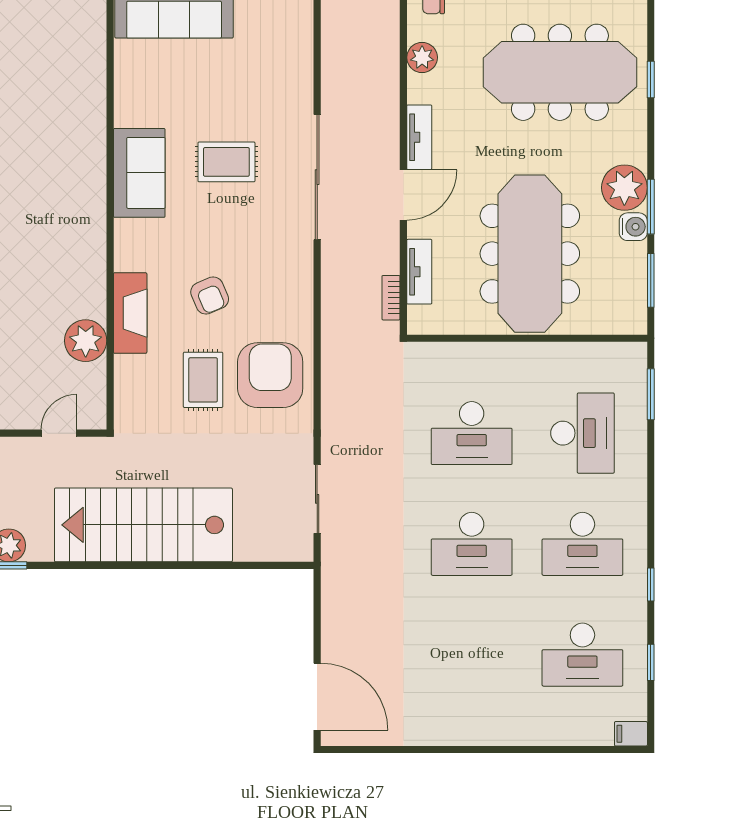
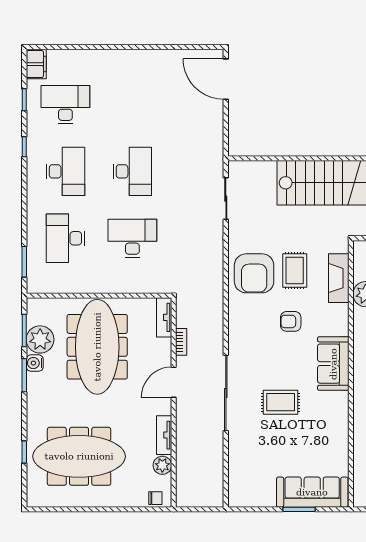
tv unit: (419, 137) -> (164, 435), moved
sofa: (139, 173) -> (333, 364), moved
plant: (624, 188) -> (40, 339), moved
tv unit: (419, 272) -> (164, 317), moved
armchair: (210, 296) -> (291, 321), turned -67
bookcase: (391, 298) -> (181, 342), moved
fireplace: (130, 313) -> (339, 278), moved
desk: (472, 544) -> (132, 171), turned 90
desk: (582, 544) -> (65, 171), turned 90
filing cabinet: (631, 734) -> (36, 64), width x2.00

